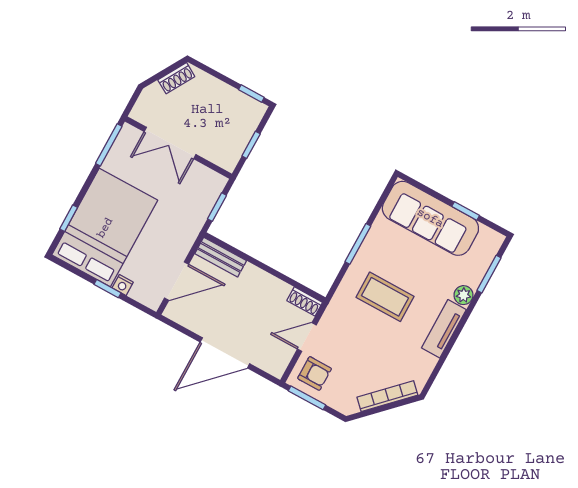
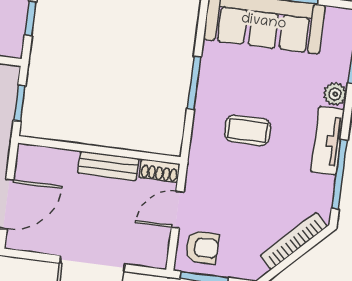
bench: (221, 257) -> (108, 166), moved
coffee table: (385, 297) -> (248, 130), width x0.73, depth x0.77
window: (443, 358) -> (340, 174), added

